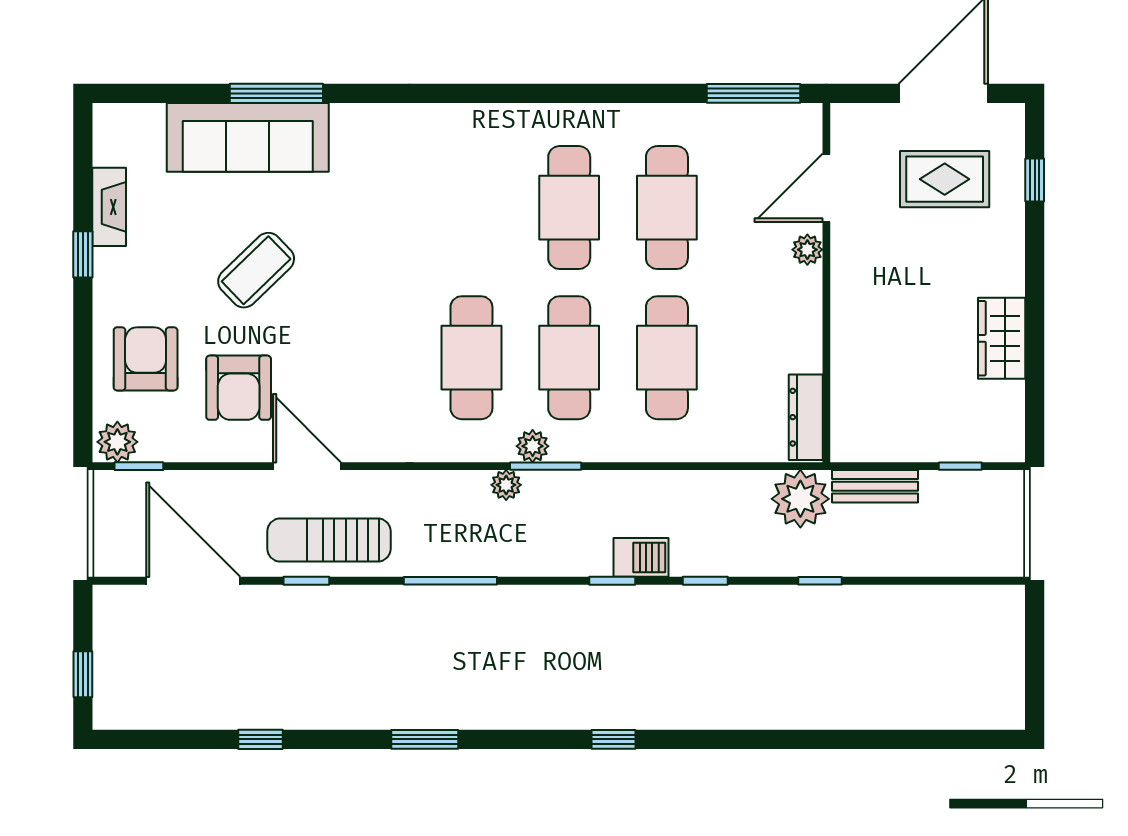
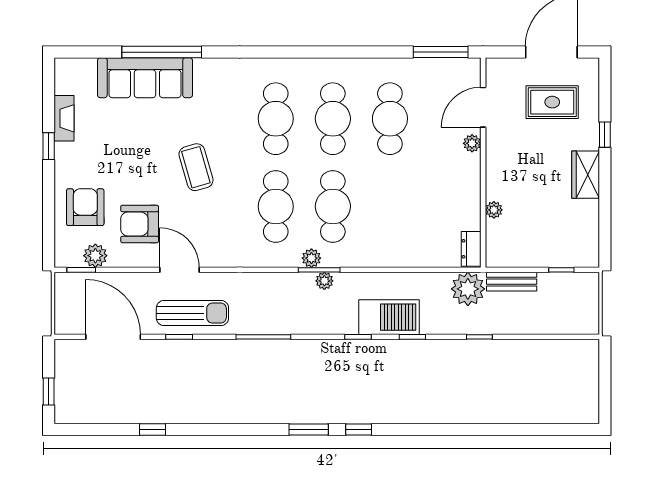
window: (276, 93) -> (162, 52), width x1.46
window: (1035, 180) -> (605, 135), moved
coffee table: (256, 270) -> (196, 167), moved, turned -62
wardrobe: (1002, 338) -> (586, 175), moved
cafe table: (667, 358) -> (276, 119), moved
plant: (845, 363) -> (494, 210), added
armchair: (239, 388) -> (140, 224), turned 90
dresser: (806, 417) -> (471, 249), width x0.70
plant: (117, 442) -> (95, 256), moved
plant: (506, 485) -> (324, 281), moved
sun lounger: (329, 540) -> (192, 313), turned 180
barbecue: (641, 557) -> (389, 317), width x1.88, depth x1.53
window: (425, 739) -> (309, 430), moved

